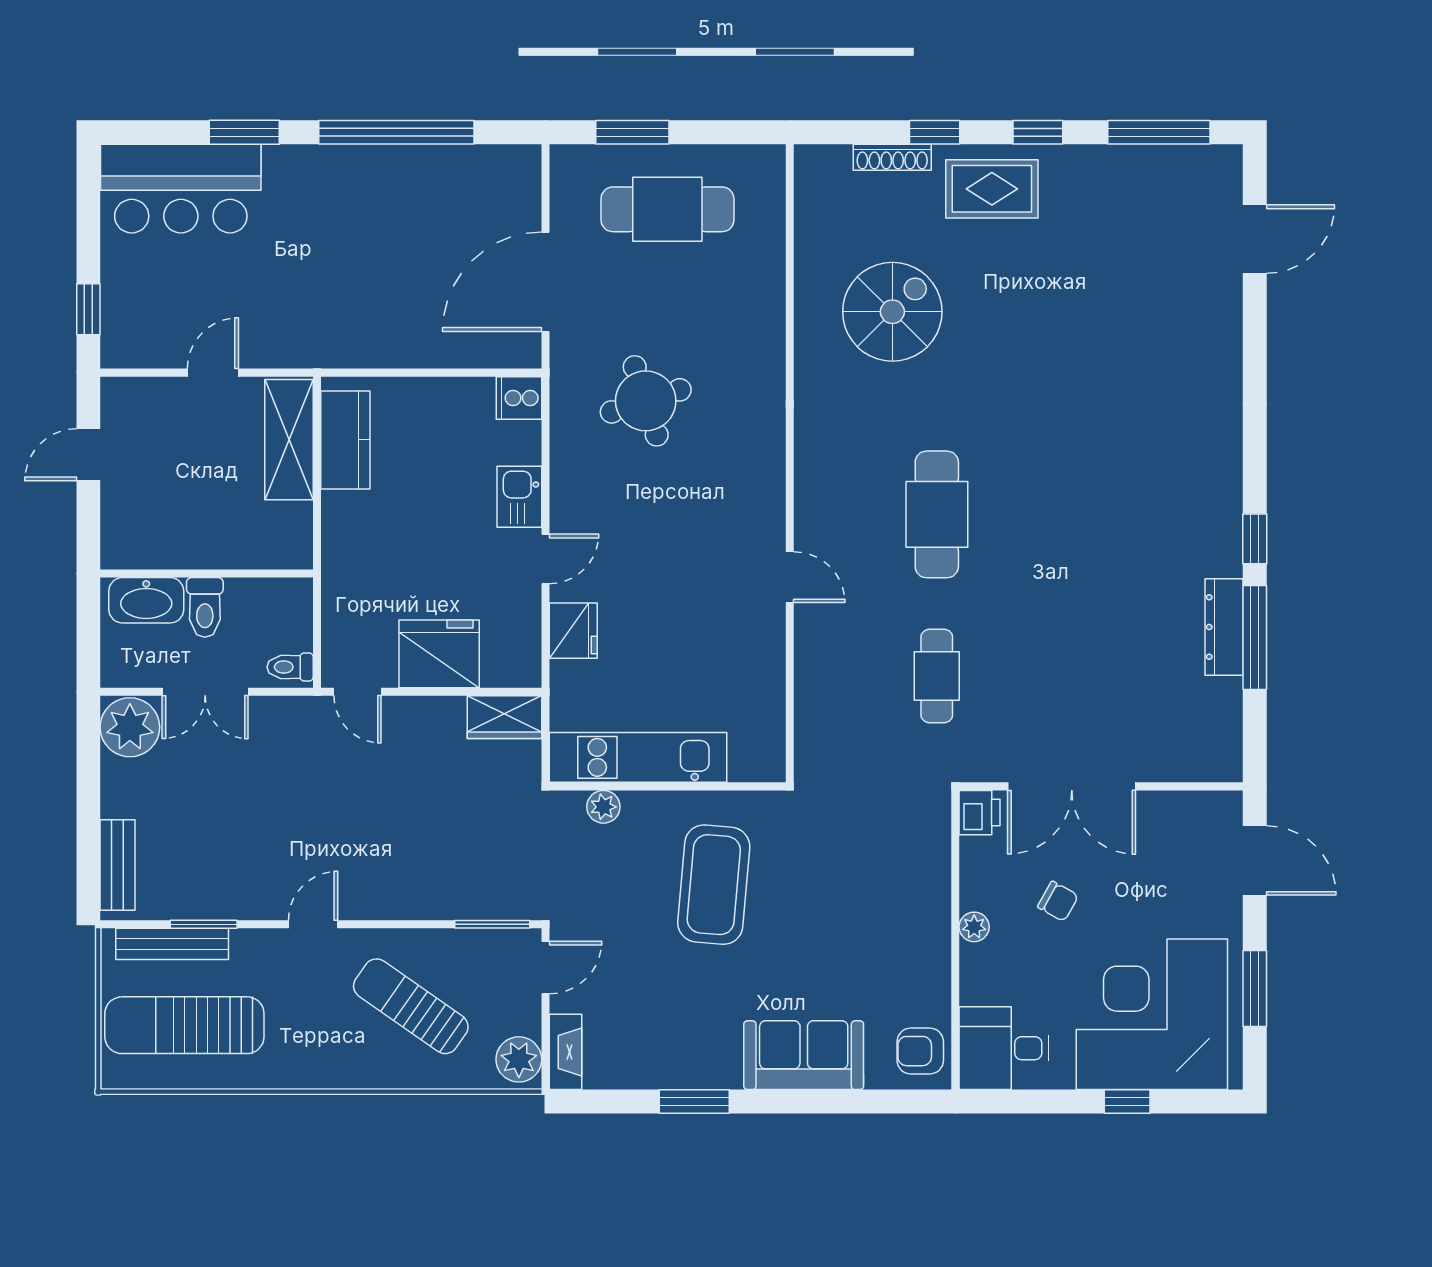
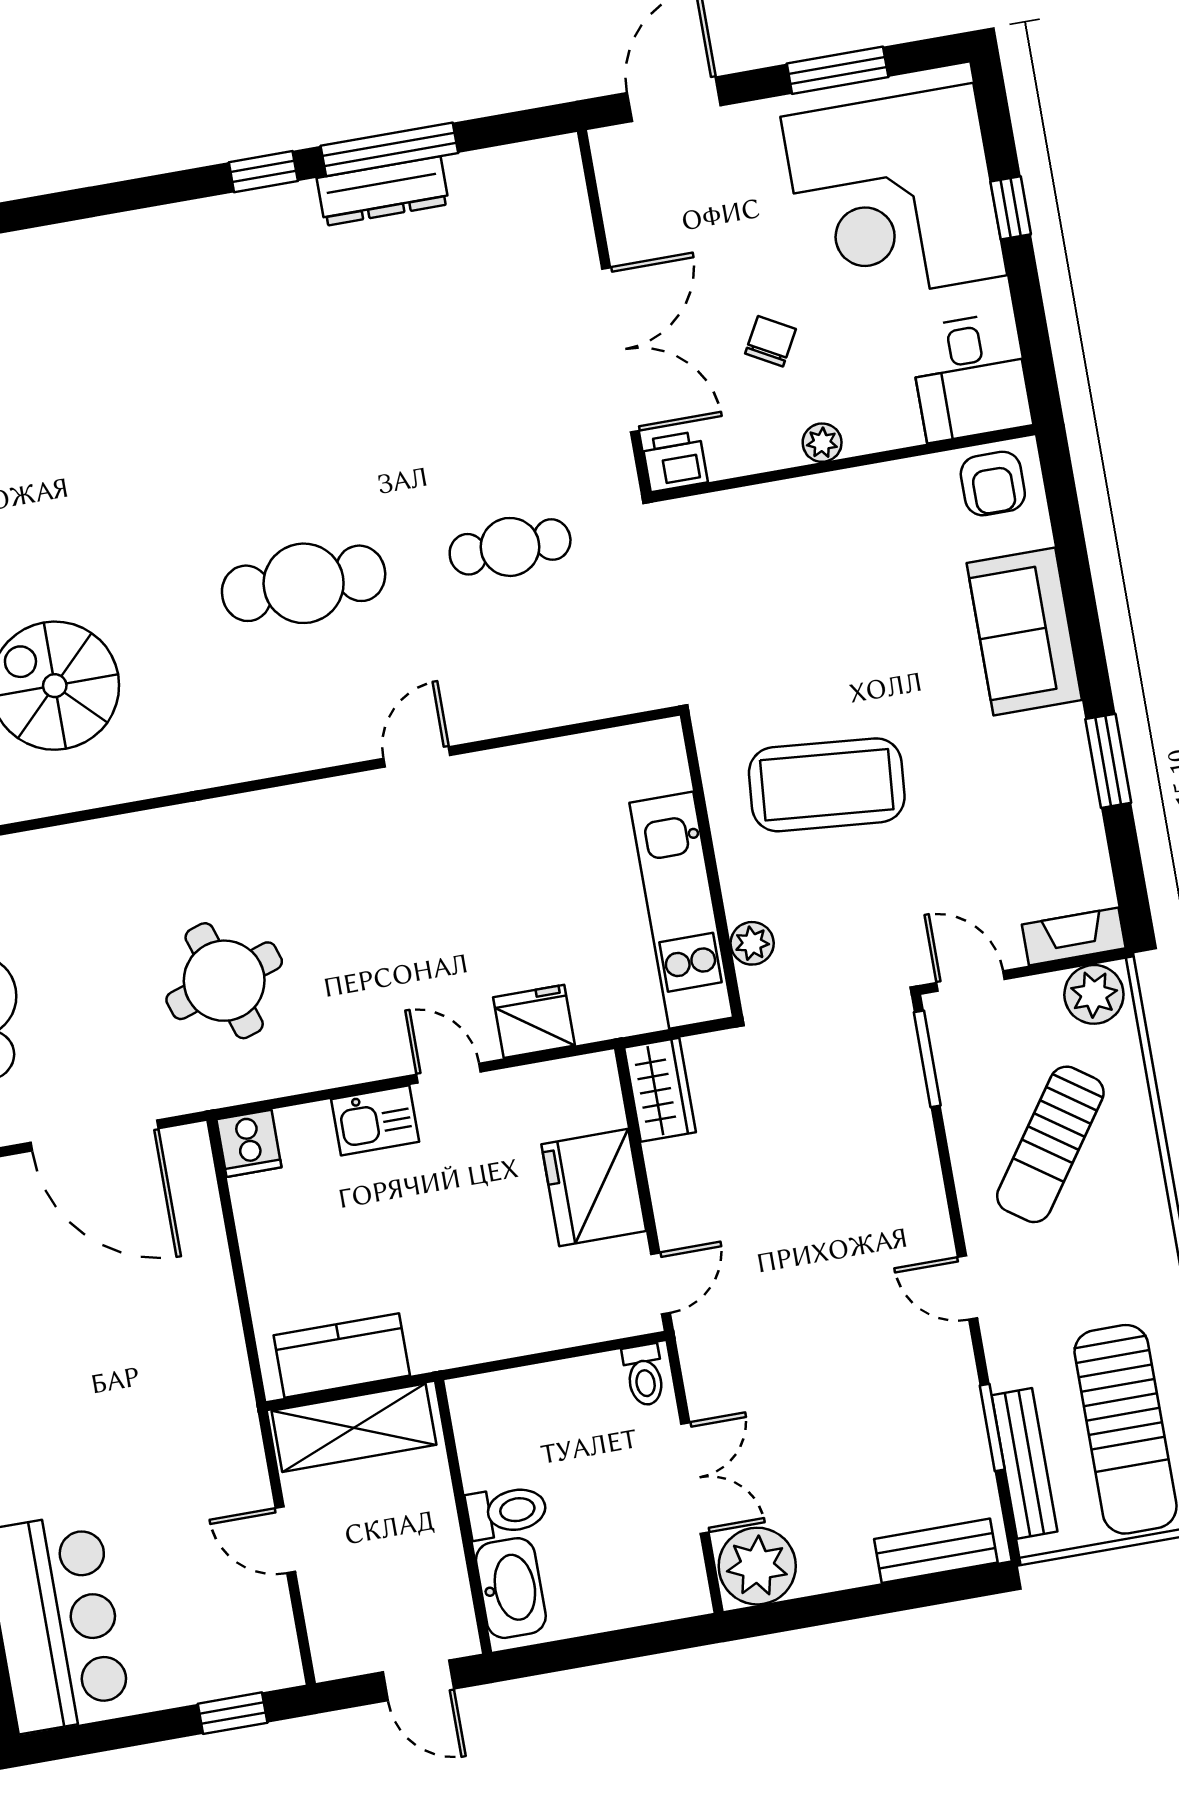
wall: (207, 574) -> (463, 1517), moved
washbasin: (146, 600) -> (511, 1588), moved
toilet: (205, 607) -> (507, 1512), moved

